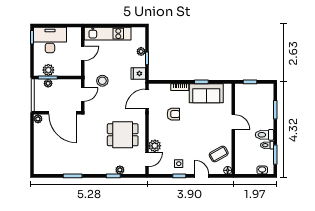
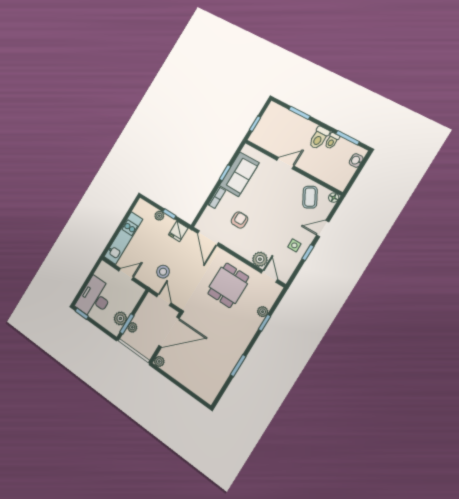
door: (83, 53) -> (126, 274), hinge flipped

